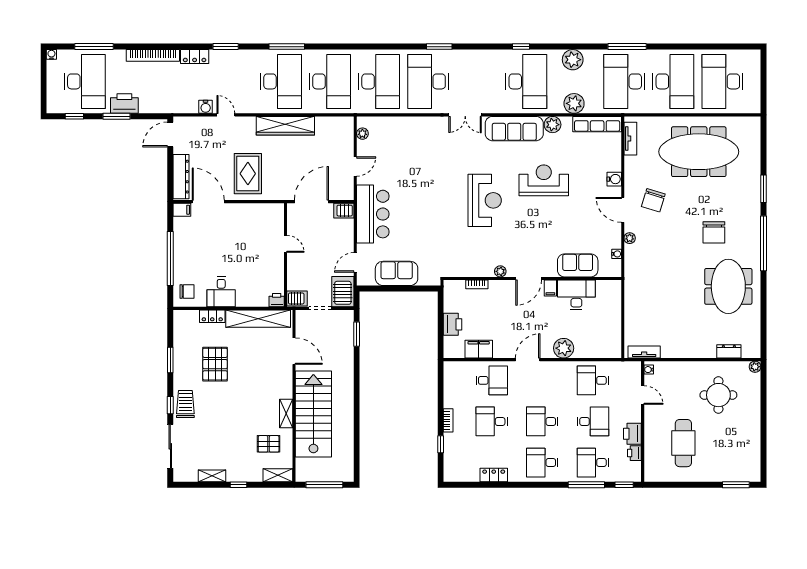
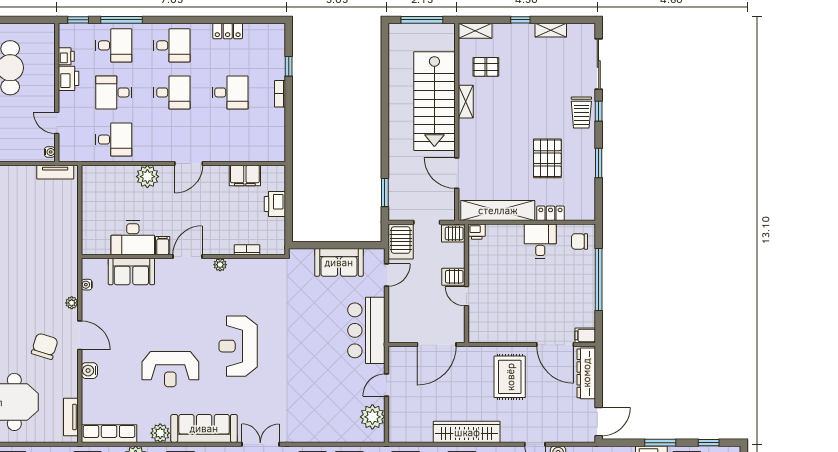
plant: (362, 134) -> (372, 417), width x1.87, depth x1.87
server rack: (344, 211) -> (453, 277), moved, turned 180
desk: (492, 380) -> (230, 140), removed

